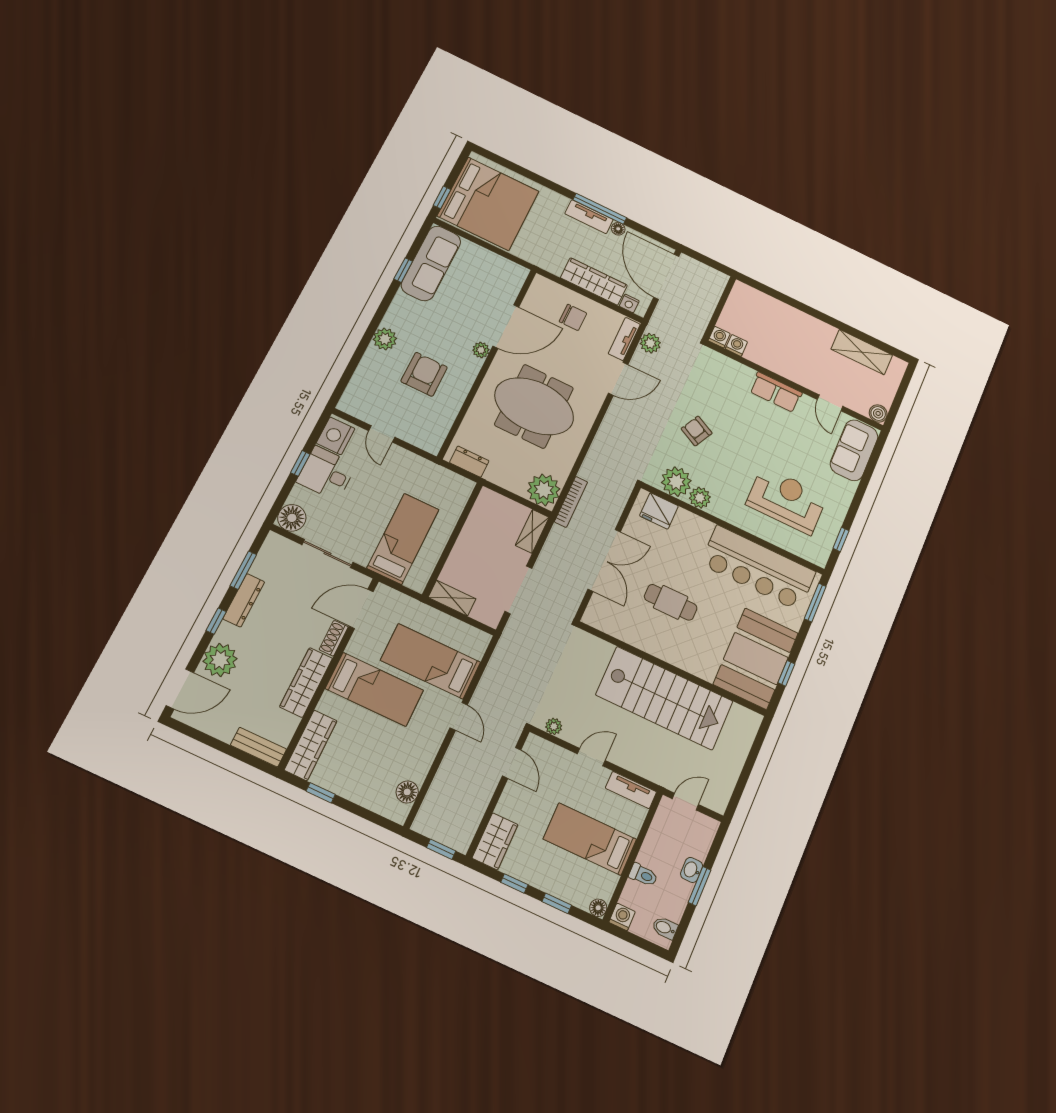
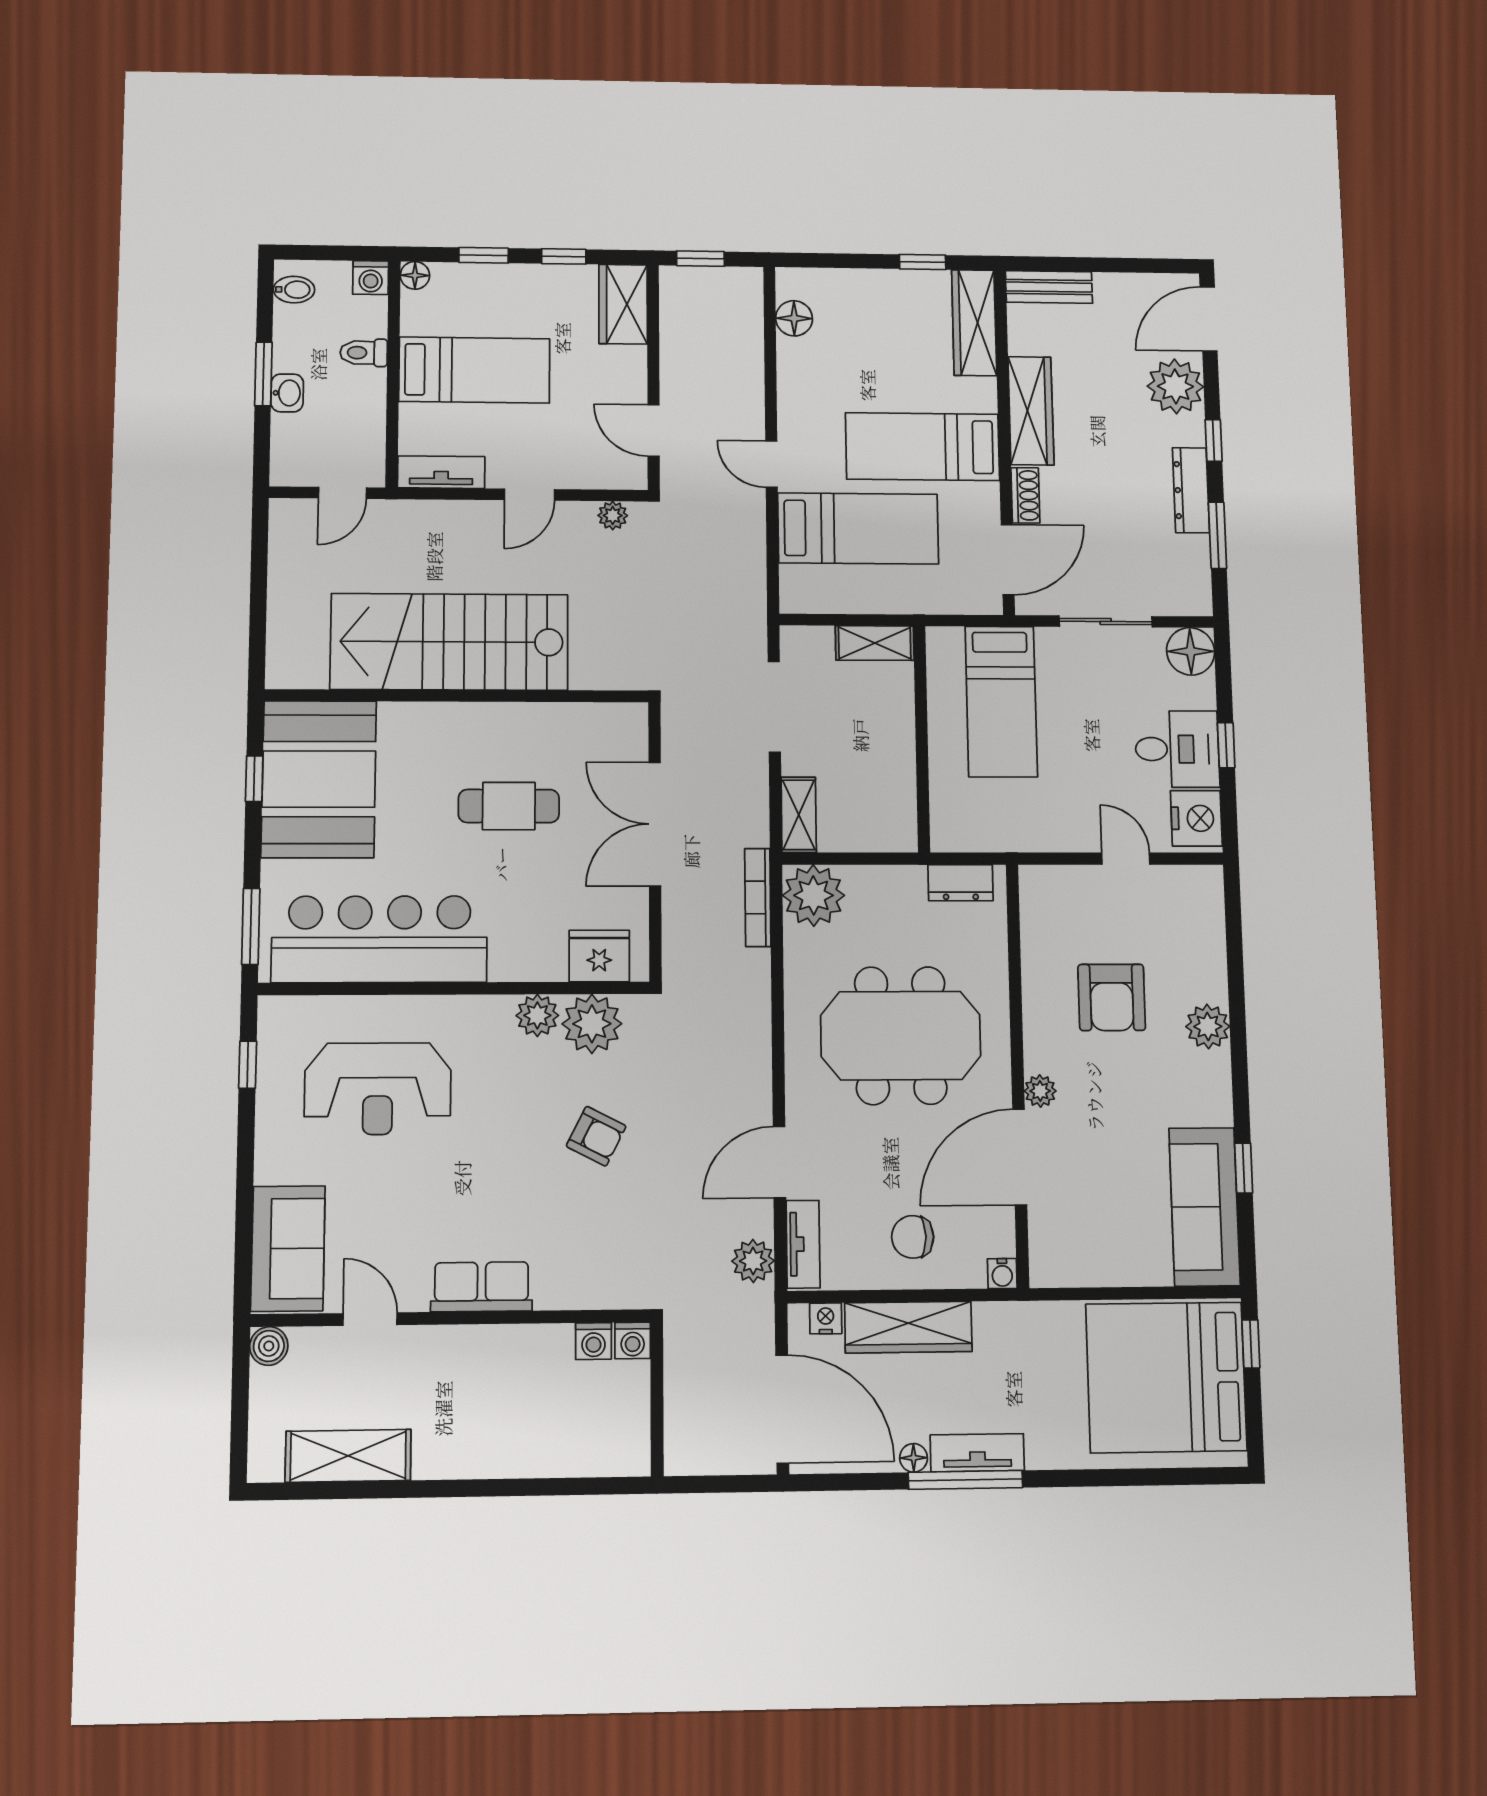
water cooler: (540, 282) -> (1002, 1274), added

